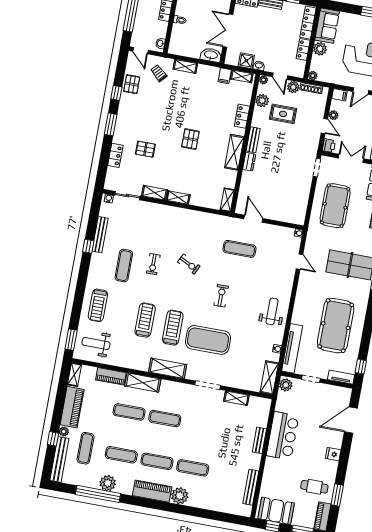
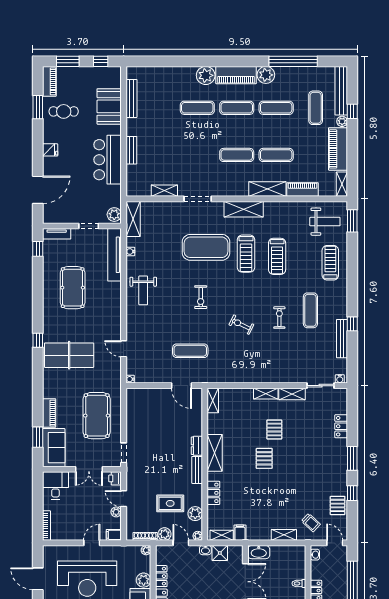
pallet: (145, 149) -> (274, 430), moved, turned 90
pool table: (336, 326) -> (73, 288), width x0.73, depth x0.76
plant: (108, 483) -> (266, 75), moved
booth: (276, 511) -> (109, 106), moved, turned 90

